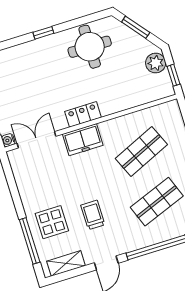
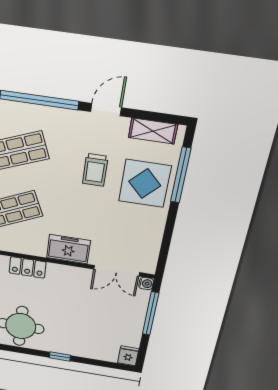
locker: (83, 114) -> (28, 267), moved
display table: (52, 222) -> (145, 184), width x1.36, depth x1.36

